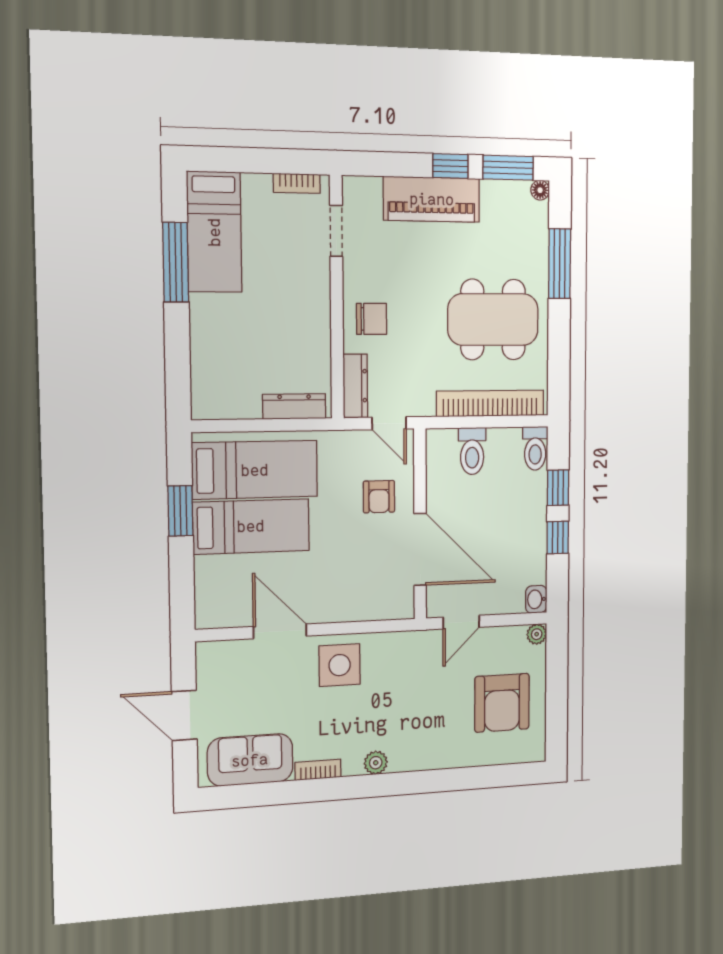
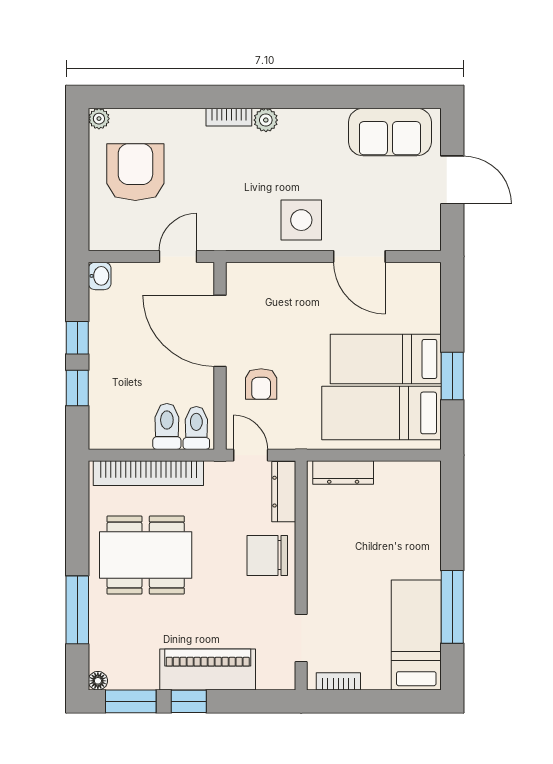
chair: (372, 319) -> (267, 555), width x1.37, depth x1.37
toilet: (535, 448) -> (196, 428), moved
armchair: (379, 497) -> (261, 384), turned 180
plant: (537, 634) -> (99, 119), moved
bookcase: (318, 770) -> (229, 117), moved

